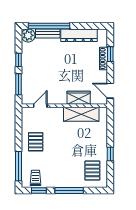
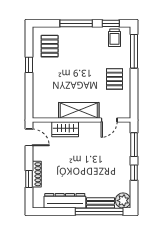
shelving: (81, 114) -> (79, 110), moved

